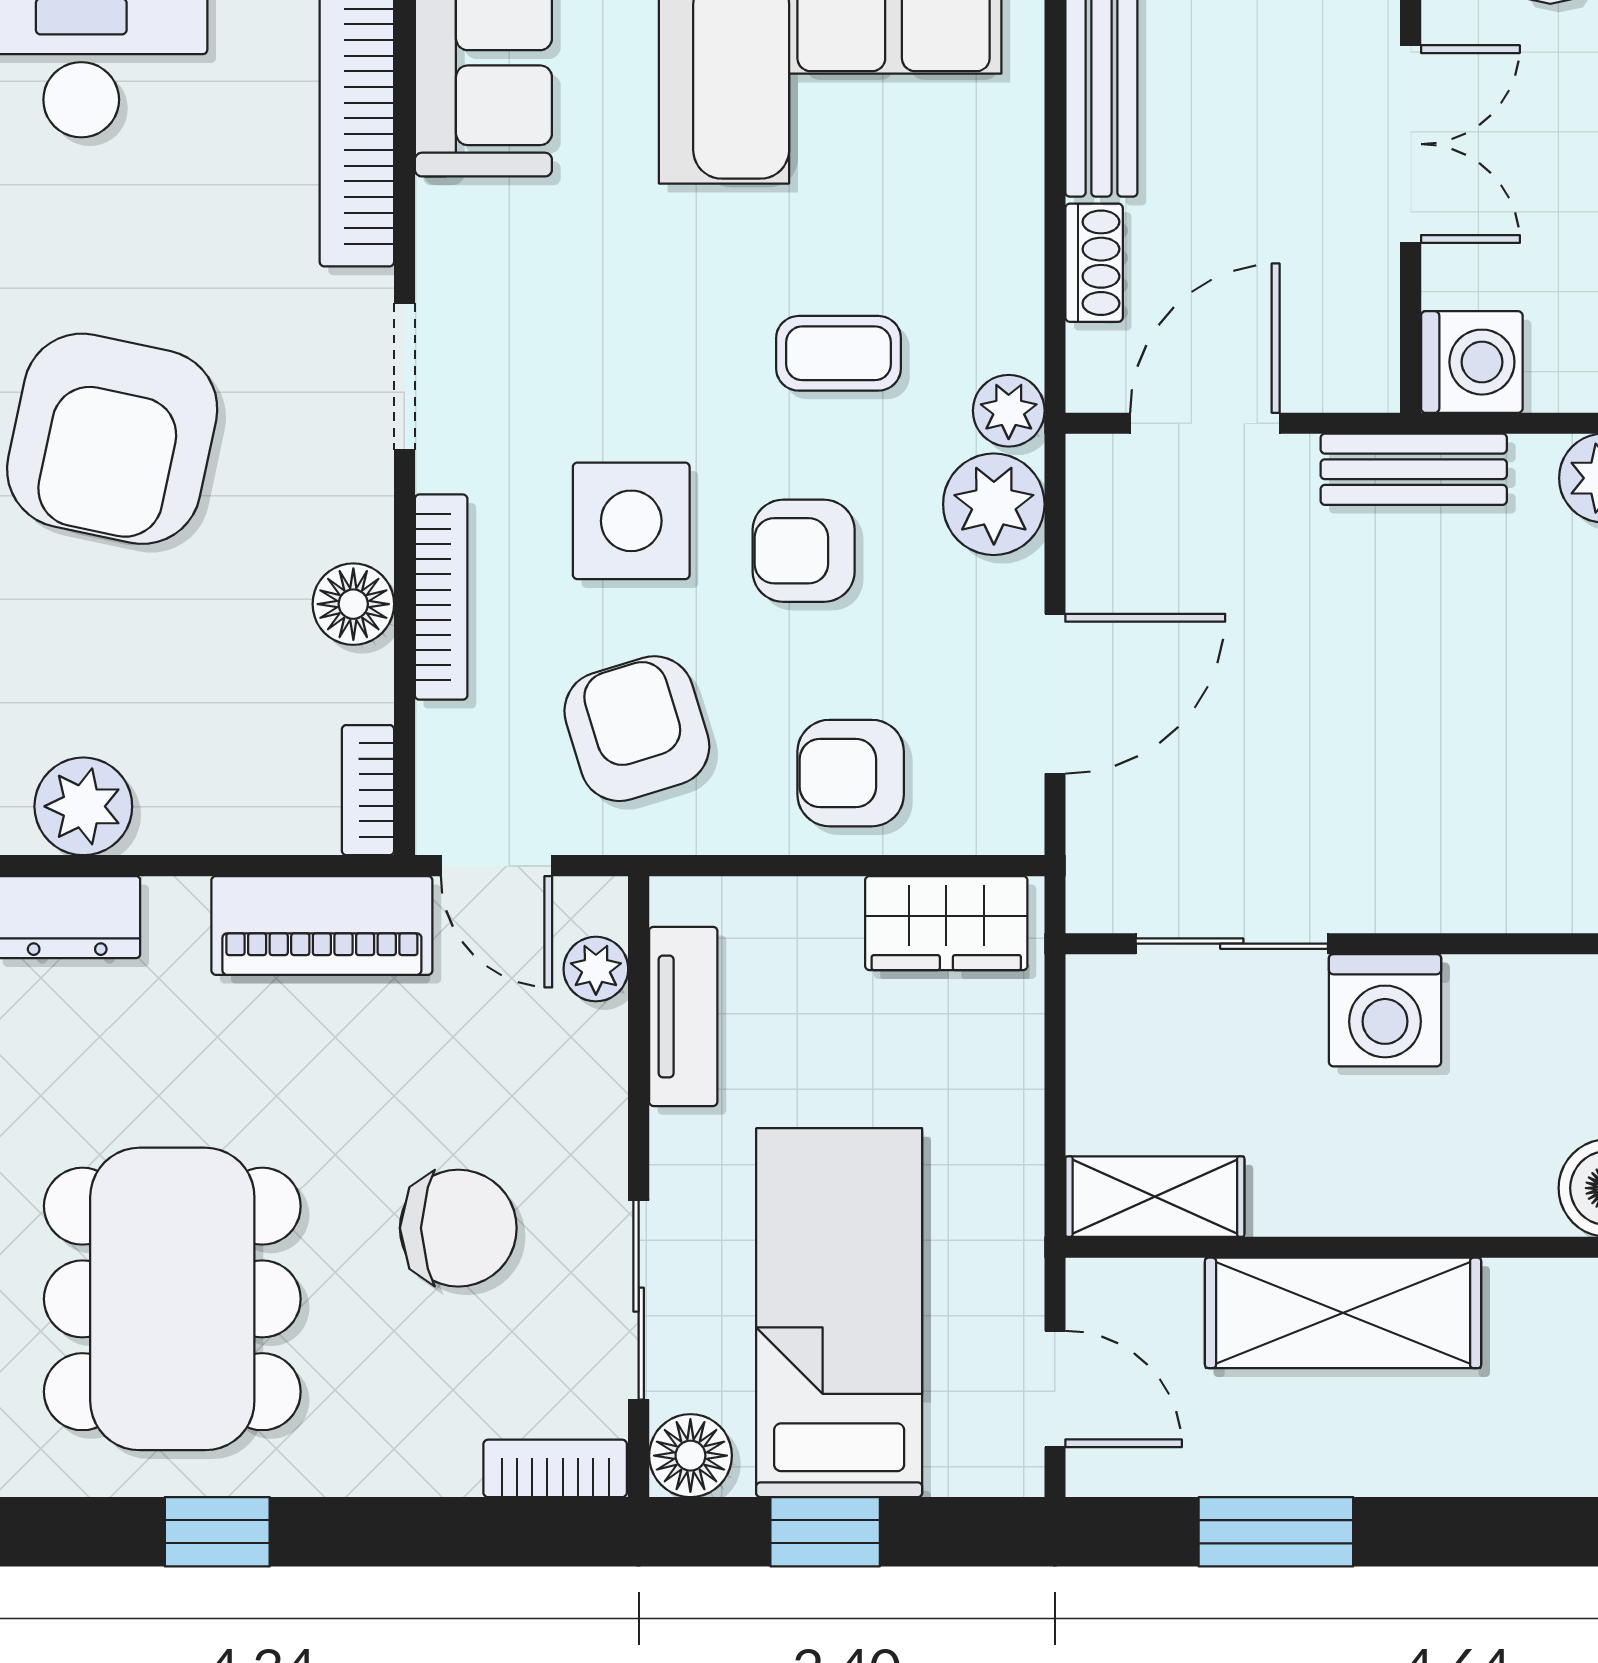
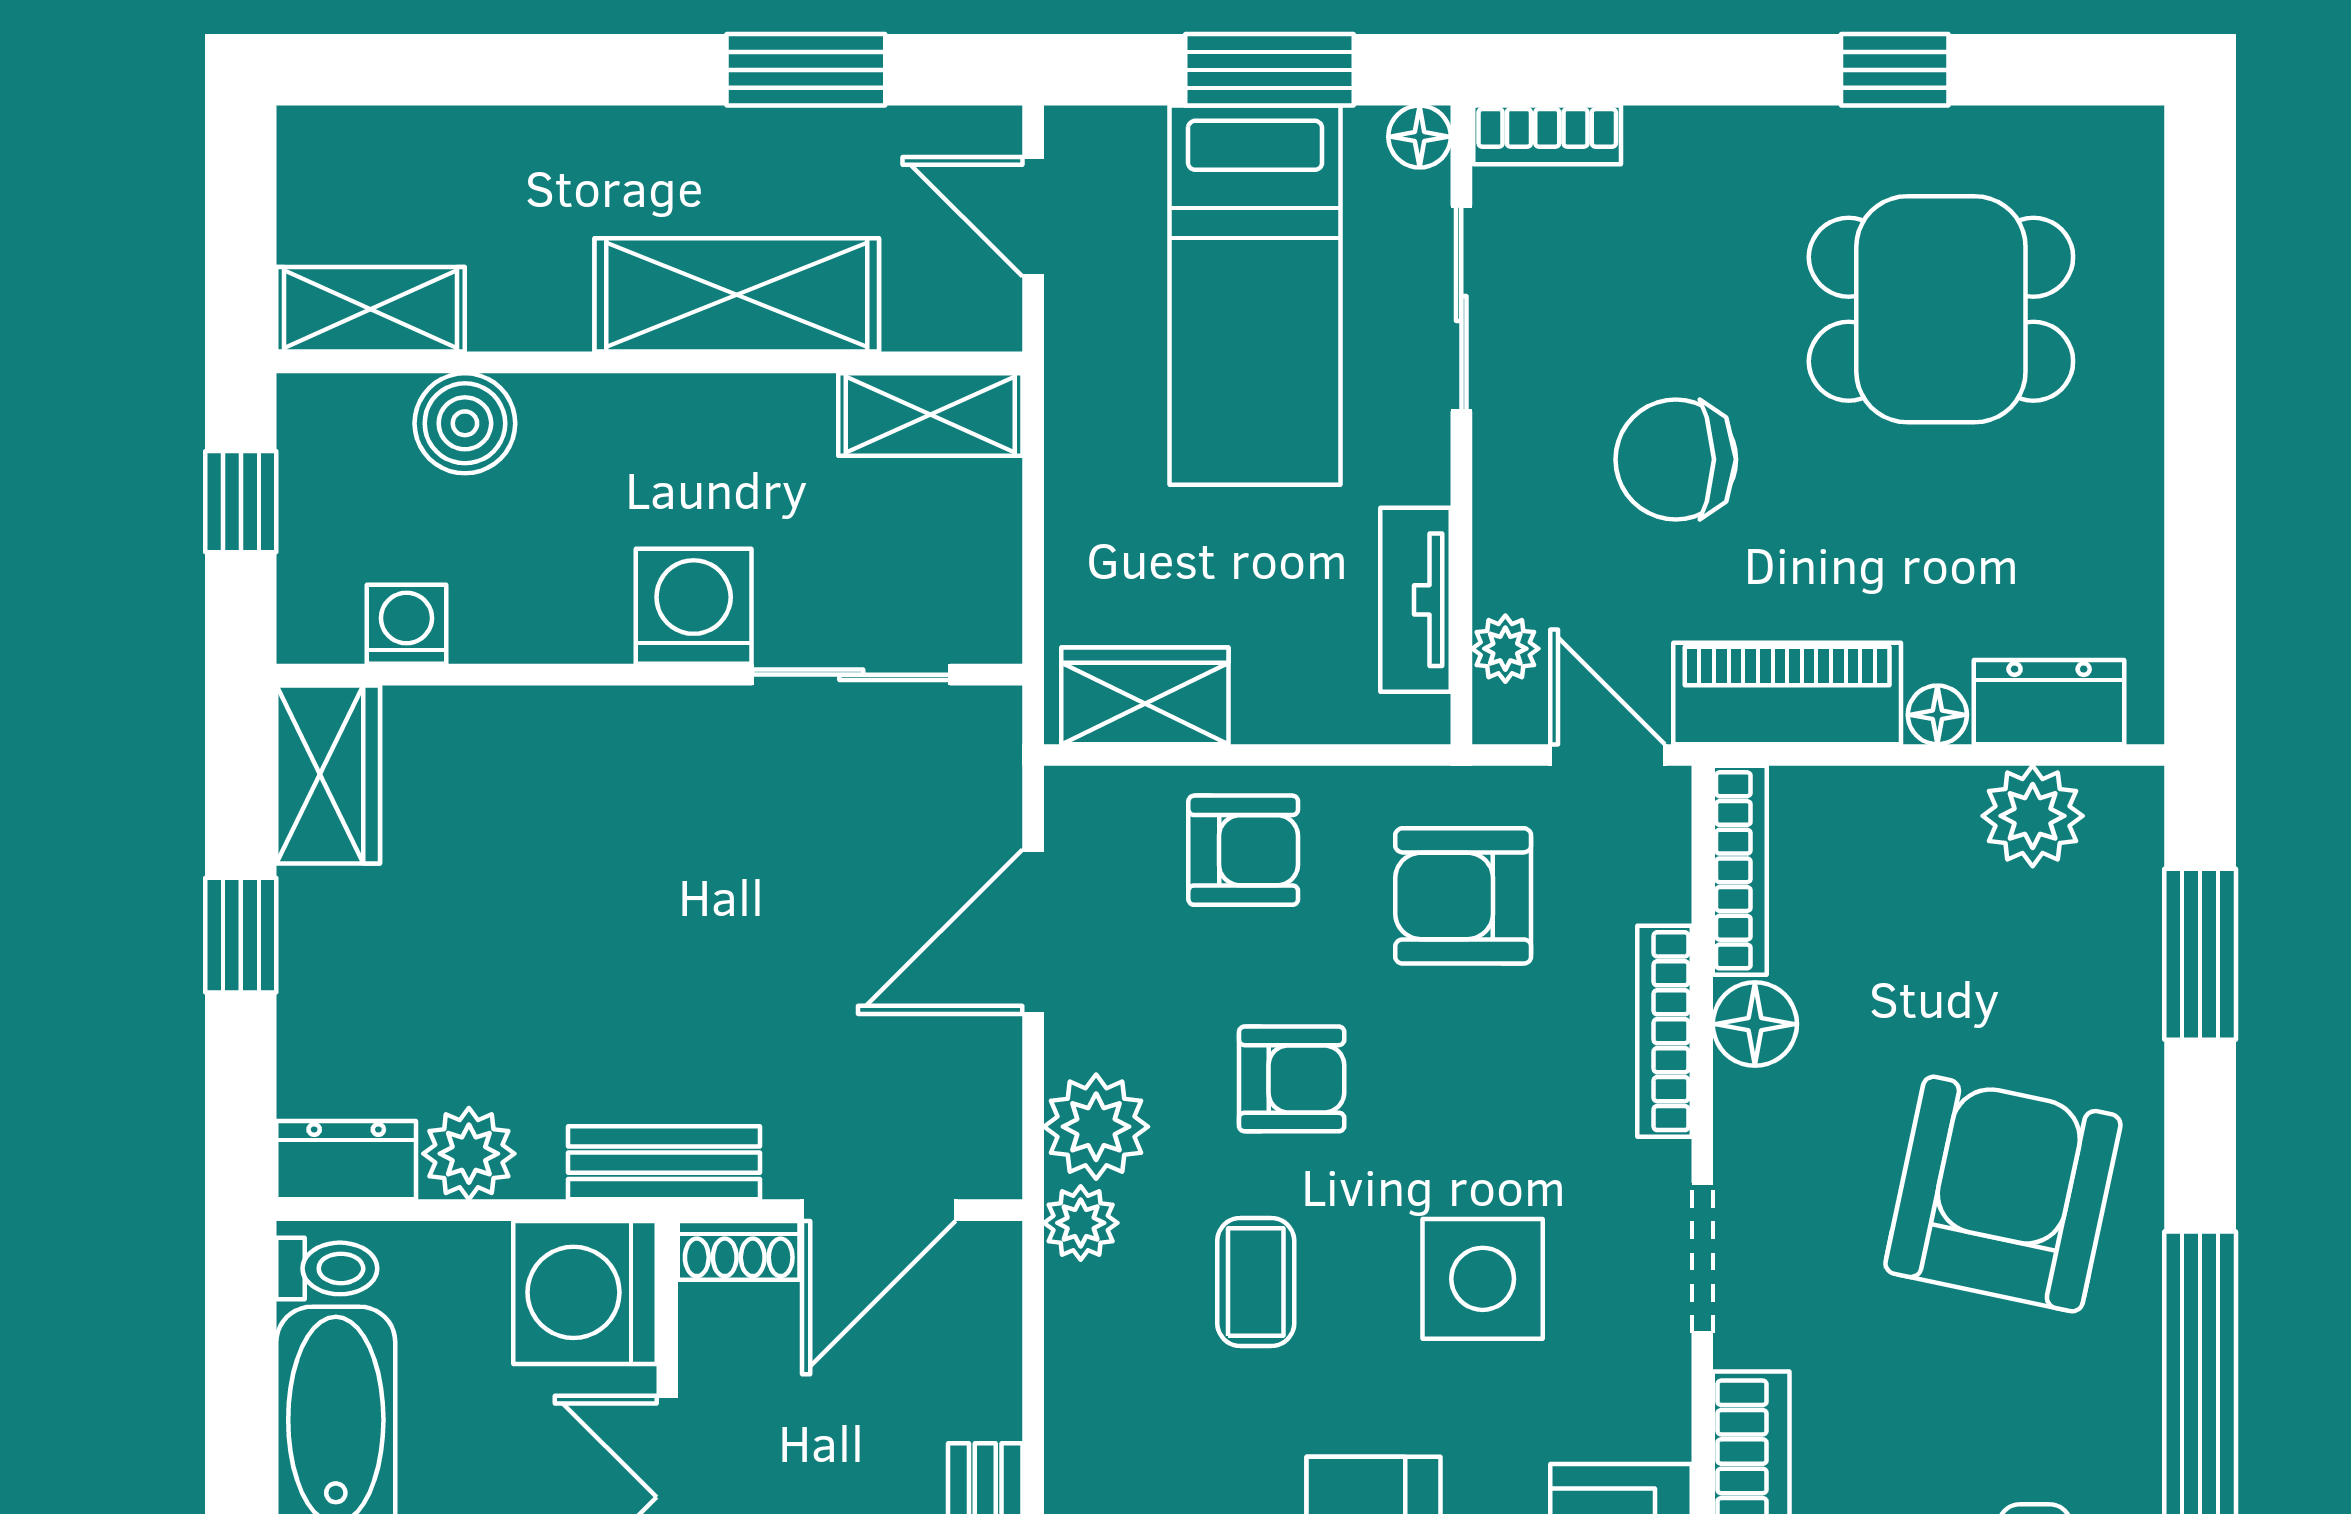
shoe rack: (1094, 263) -> (739, 1250), moved, turned -90
coffee table: (838, 353) -> (1256, 1282), turned 90
washing machine: (1472, 362) -> (585, 1292), width x1.37, depth x1.37
side table: (631, 521) -> (1483, 1279), moved
armchair: (637, 729) -> (1463, 896), turned 107
bookcase: (368, 790) -> (1740, 870), width x1.56
floor lamp: (176, 905) -> (1937, 715), added
chair: (458, 1228) -> (1676, 459), moved
dining table: (172, 1299) -> (1941, 309), width x0.73
floor lamp: (690, 1456) -> (1420, 137), width x0.73, depth x0.73
window: (825, 1532) -> (1269, 70), width x1.50

